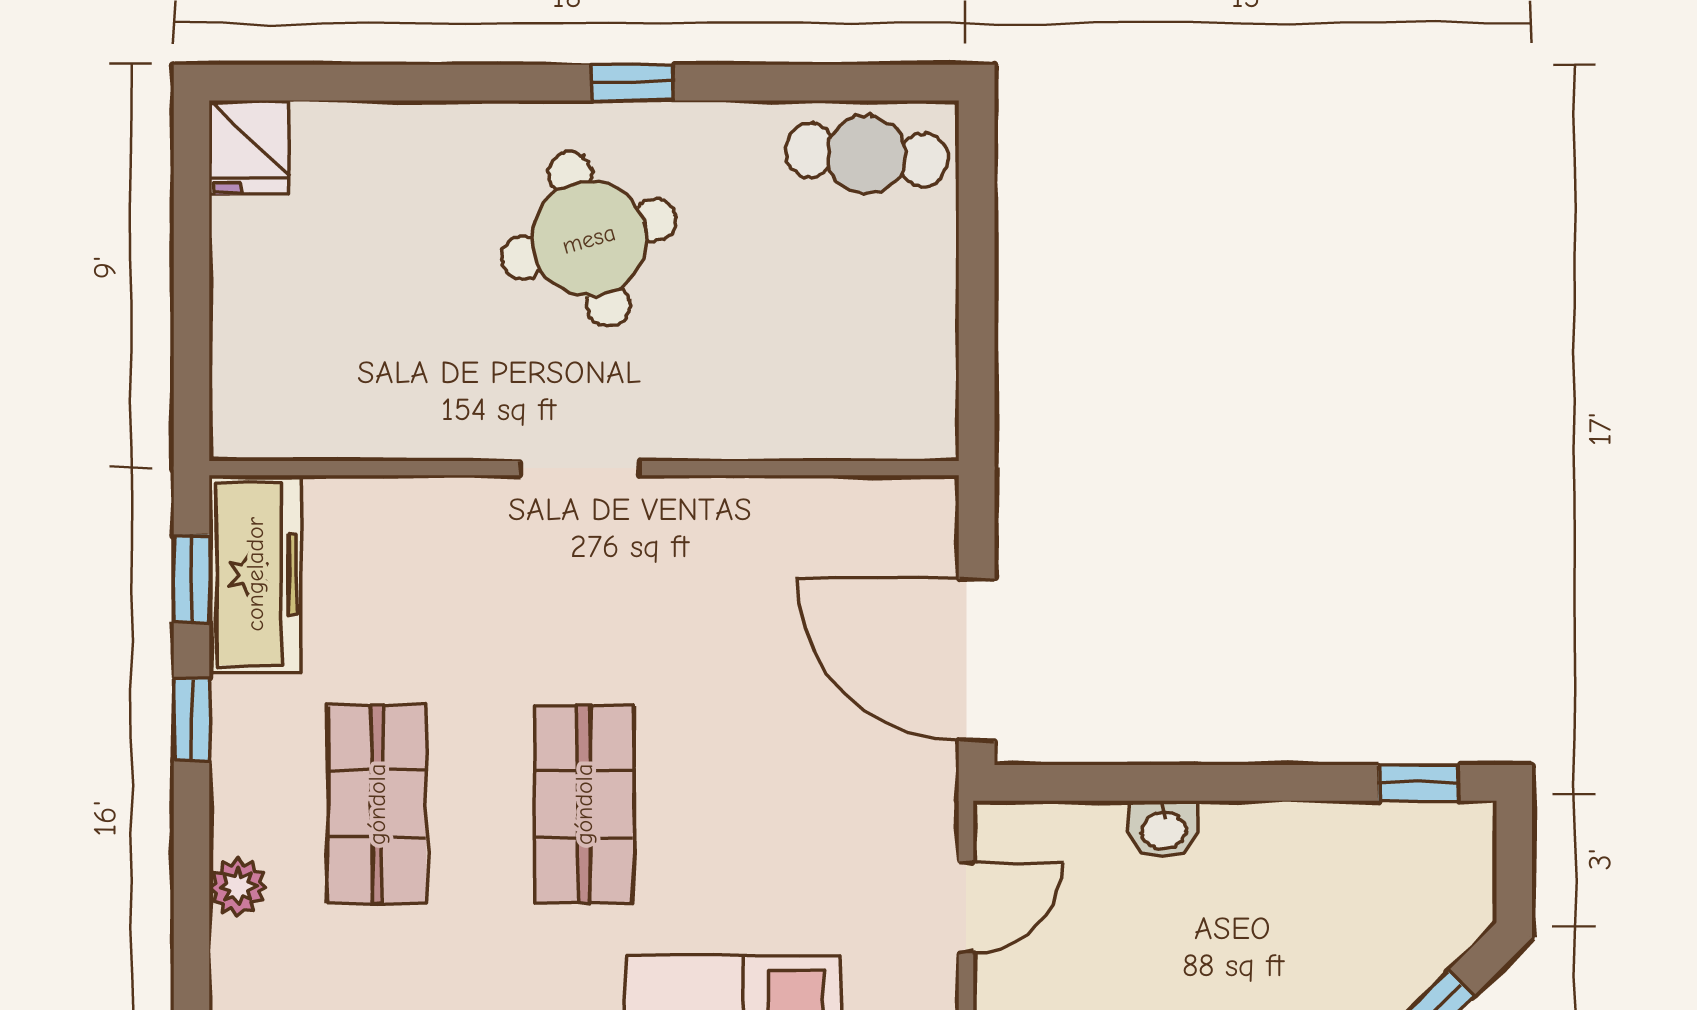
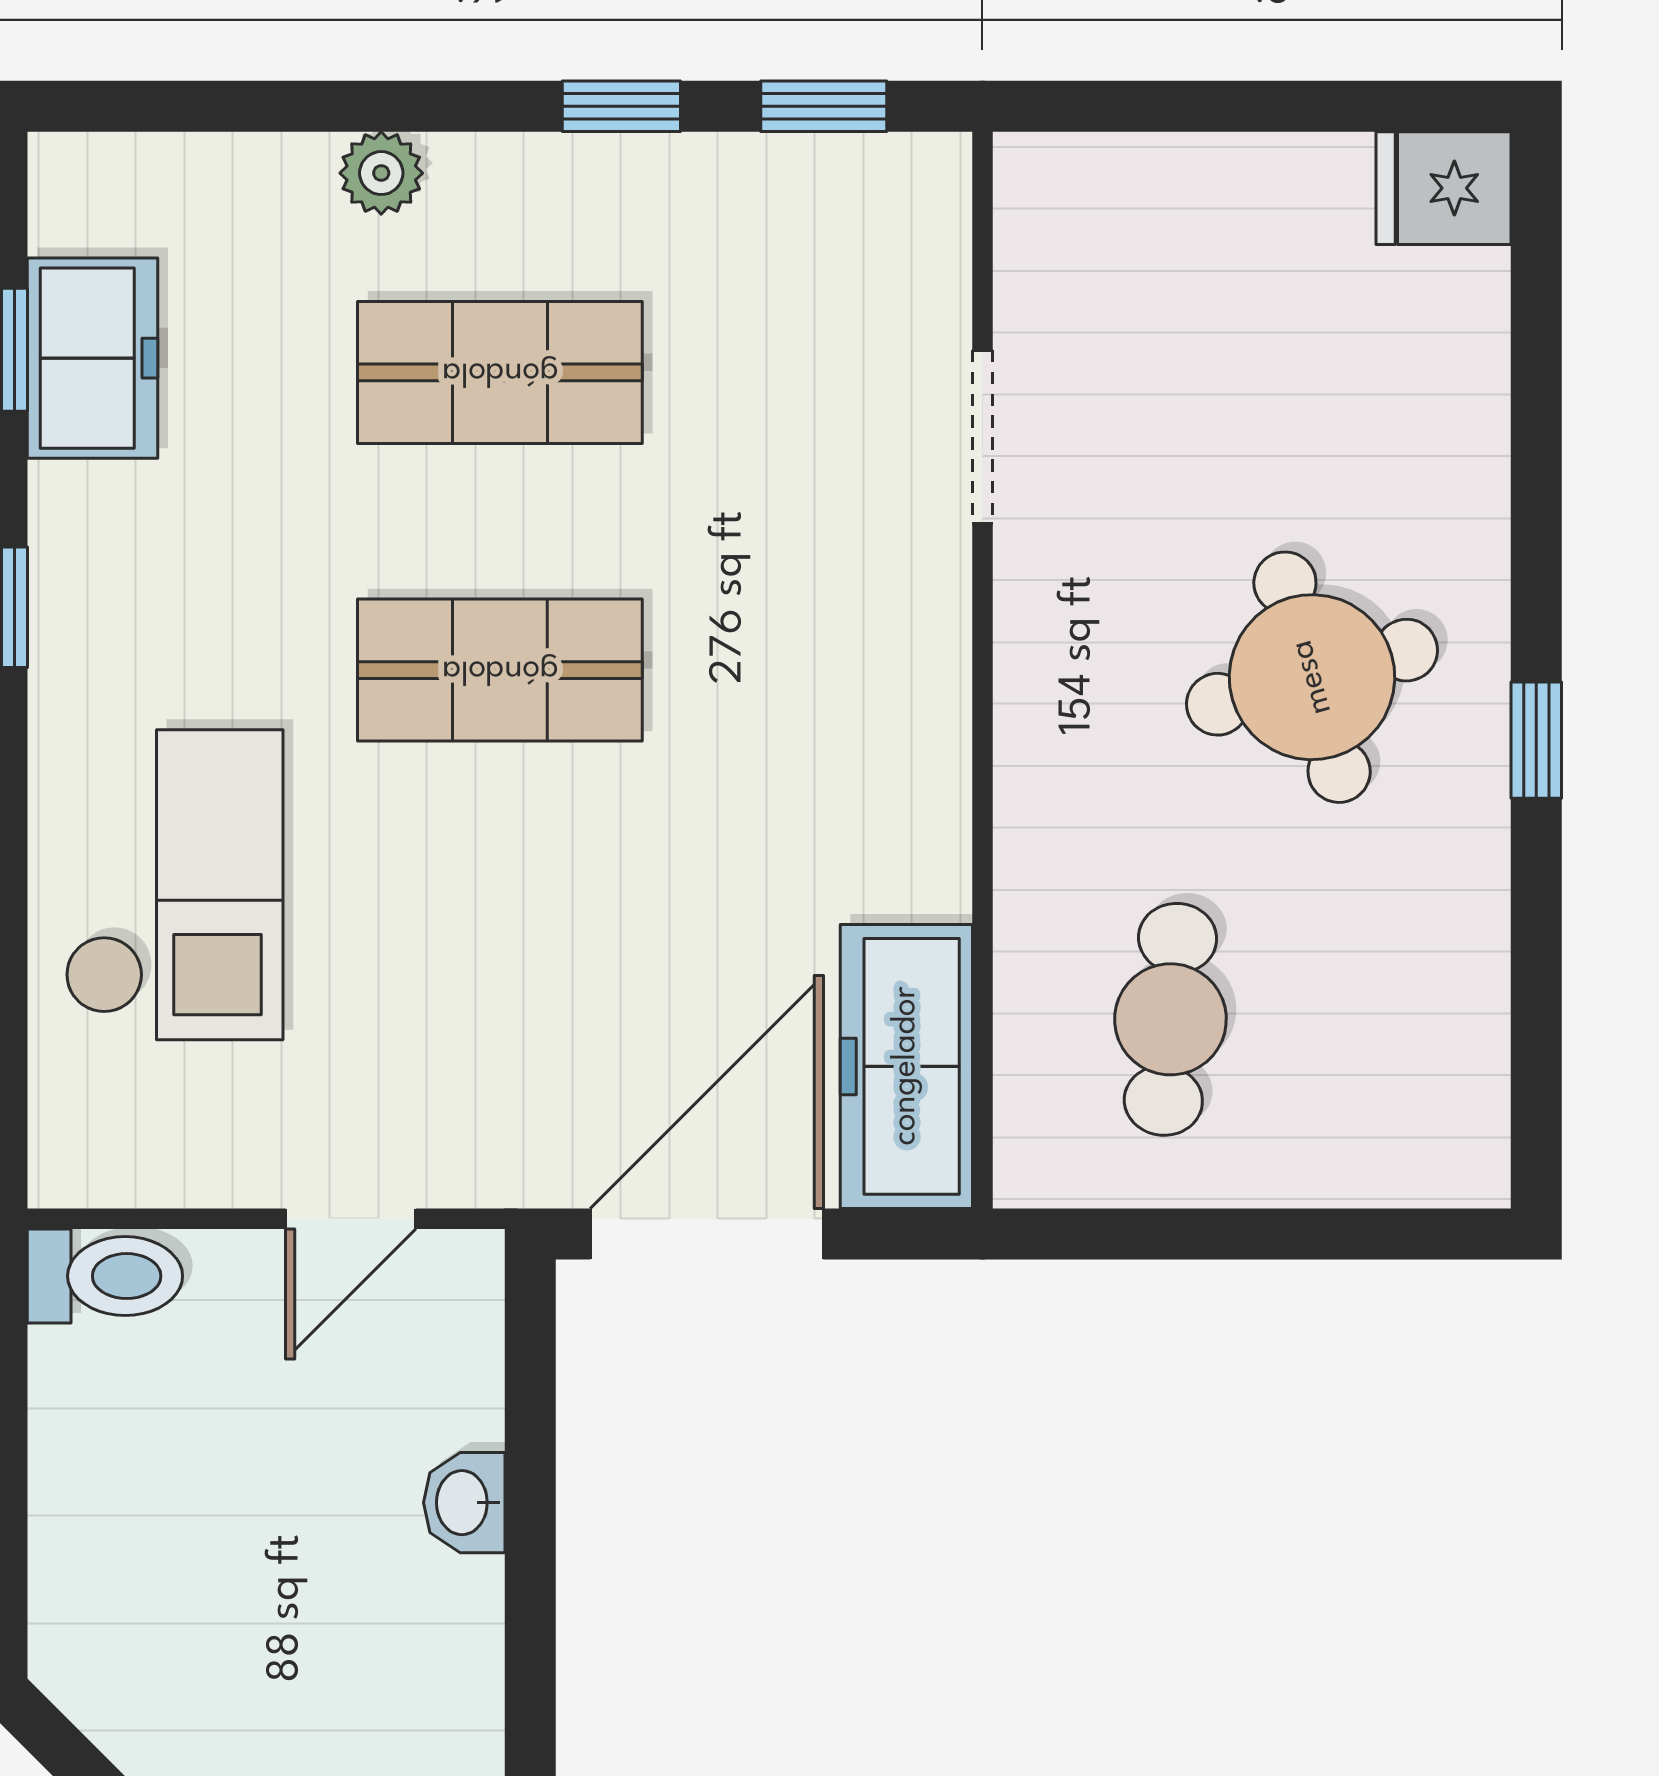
cafe table: (867, 155) -> (1170, 1019), moved
doorway: (581, 468) -> (982, 437), moved
freezer: (255, 574) -> (906, 1066), moved, turned 90
door: (966, 908) -> (351, 1219), hinge flipped

